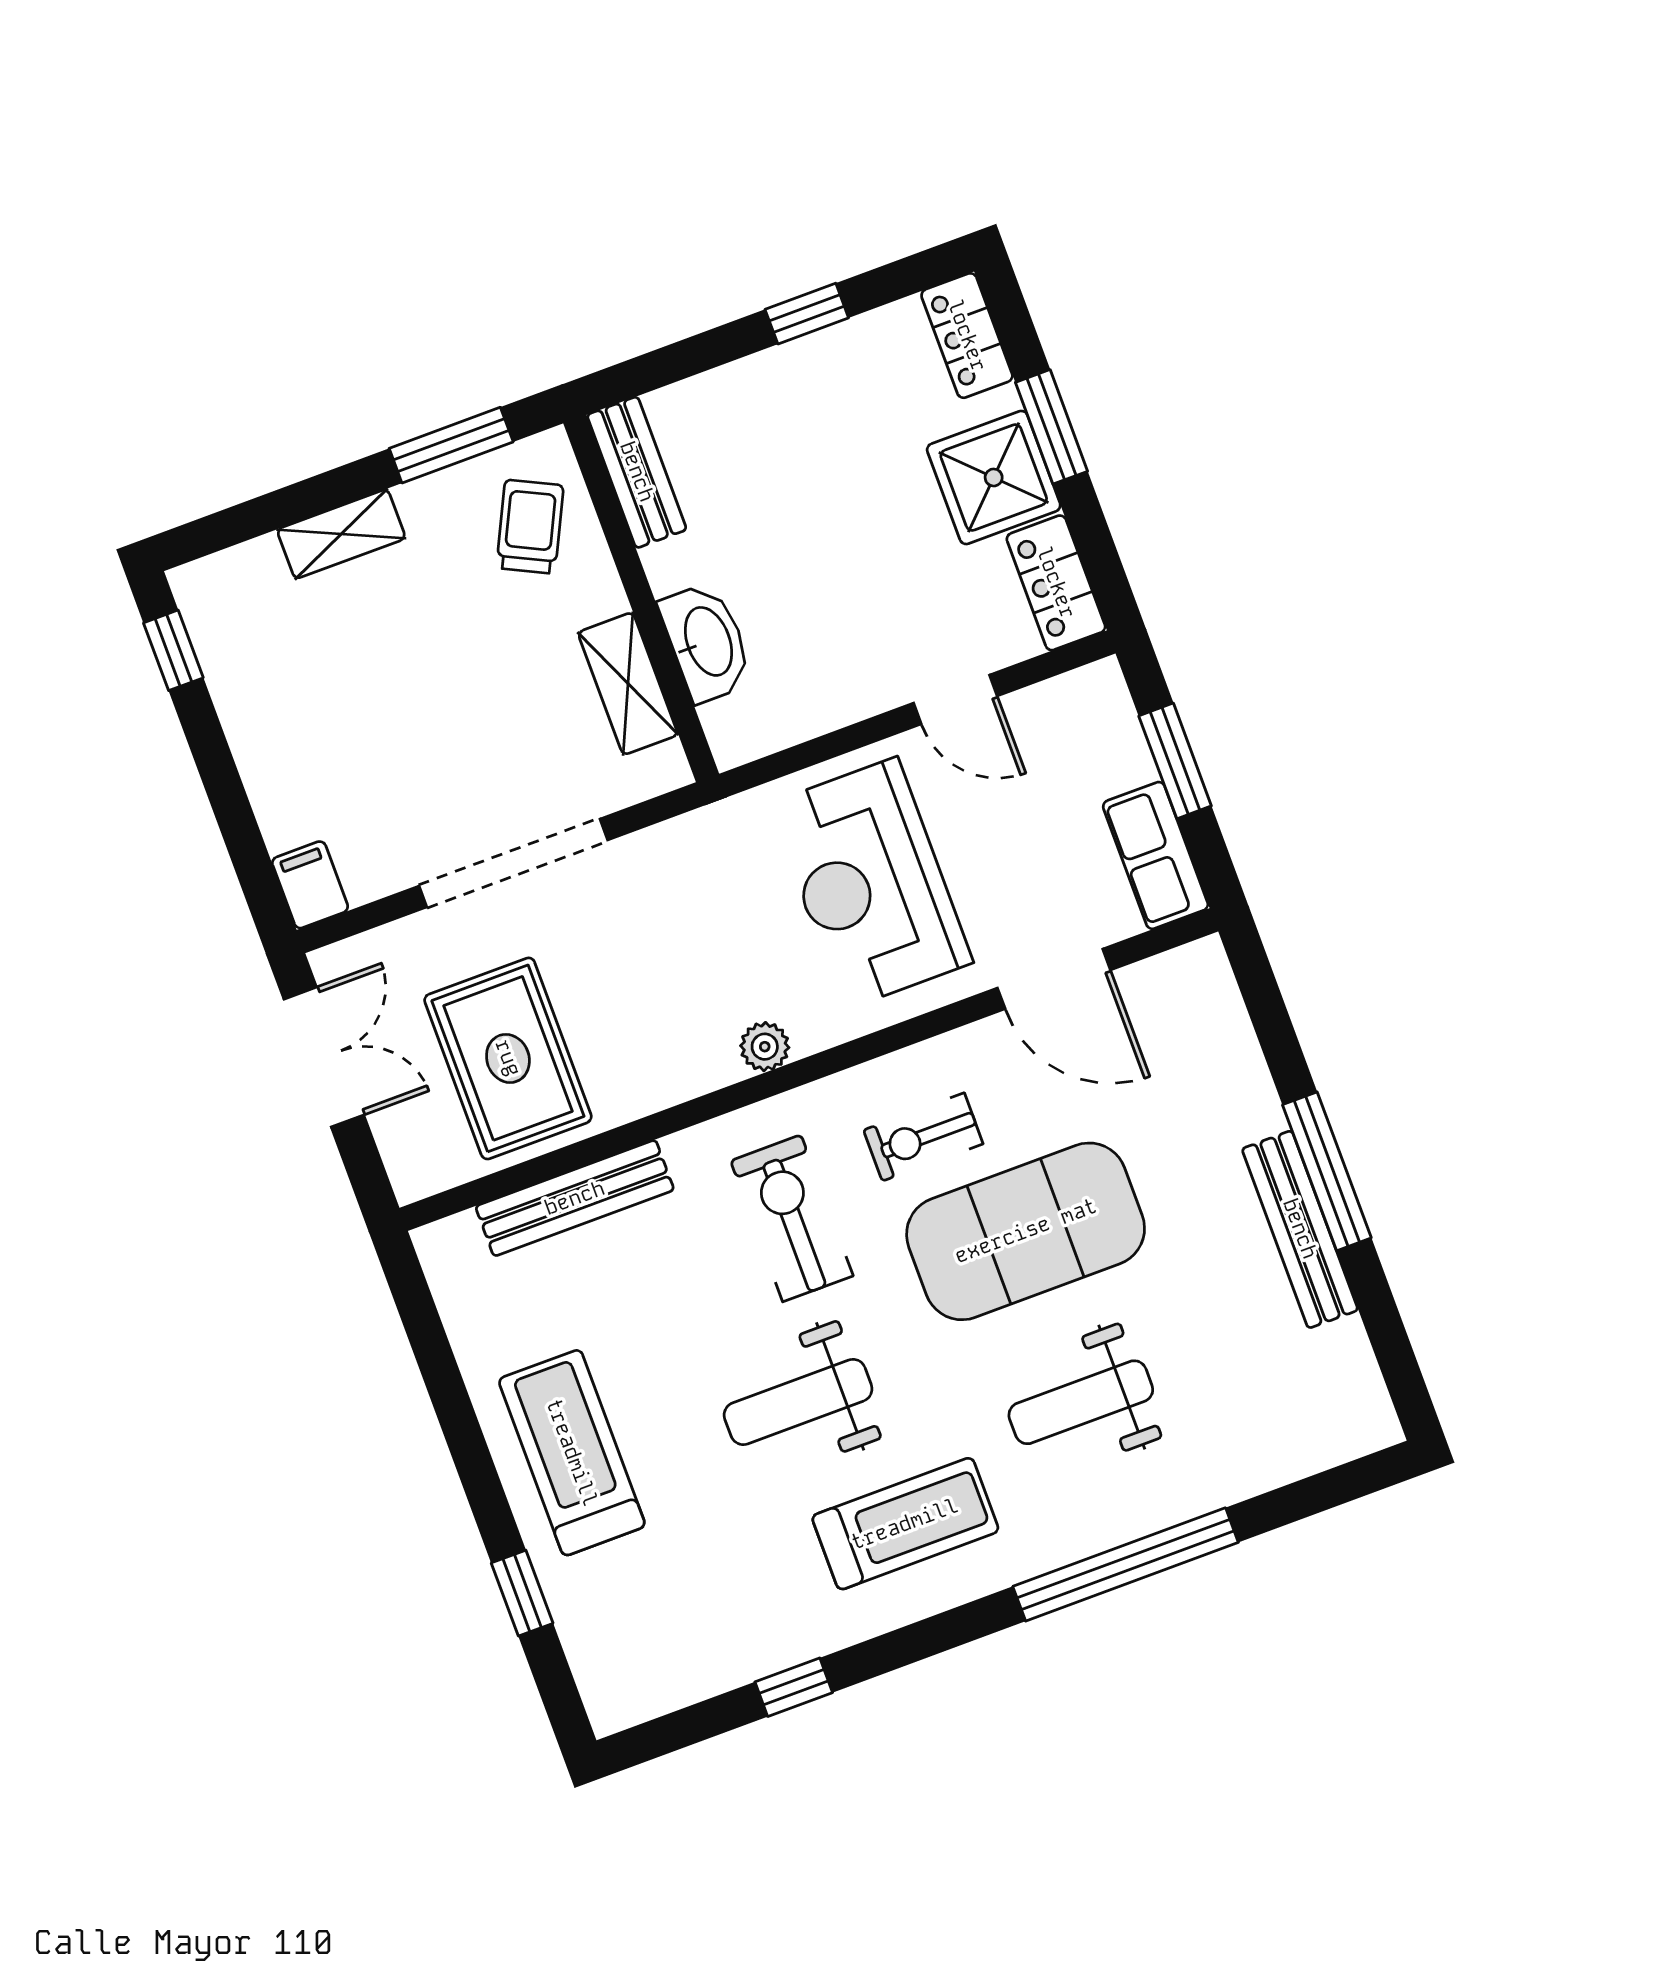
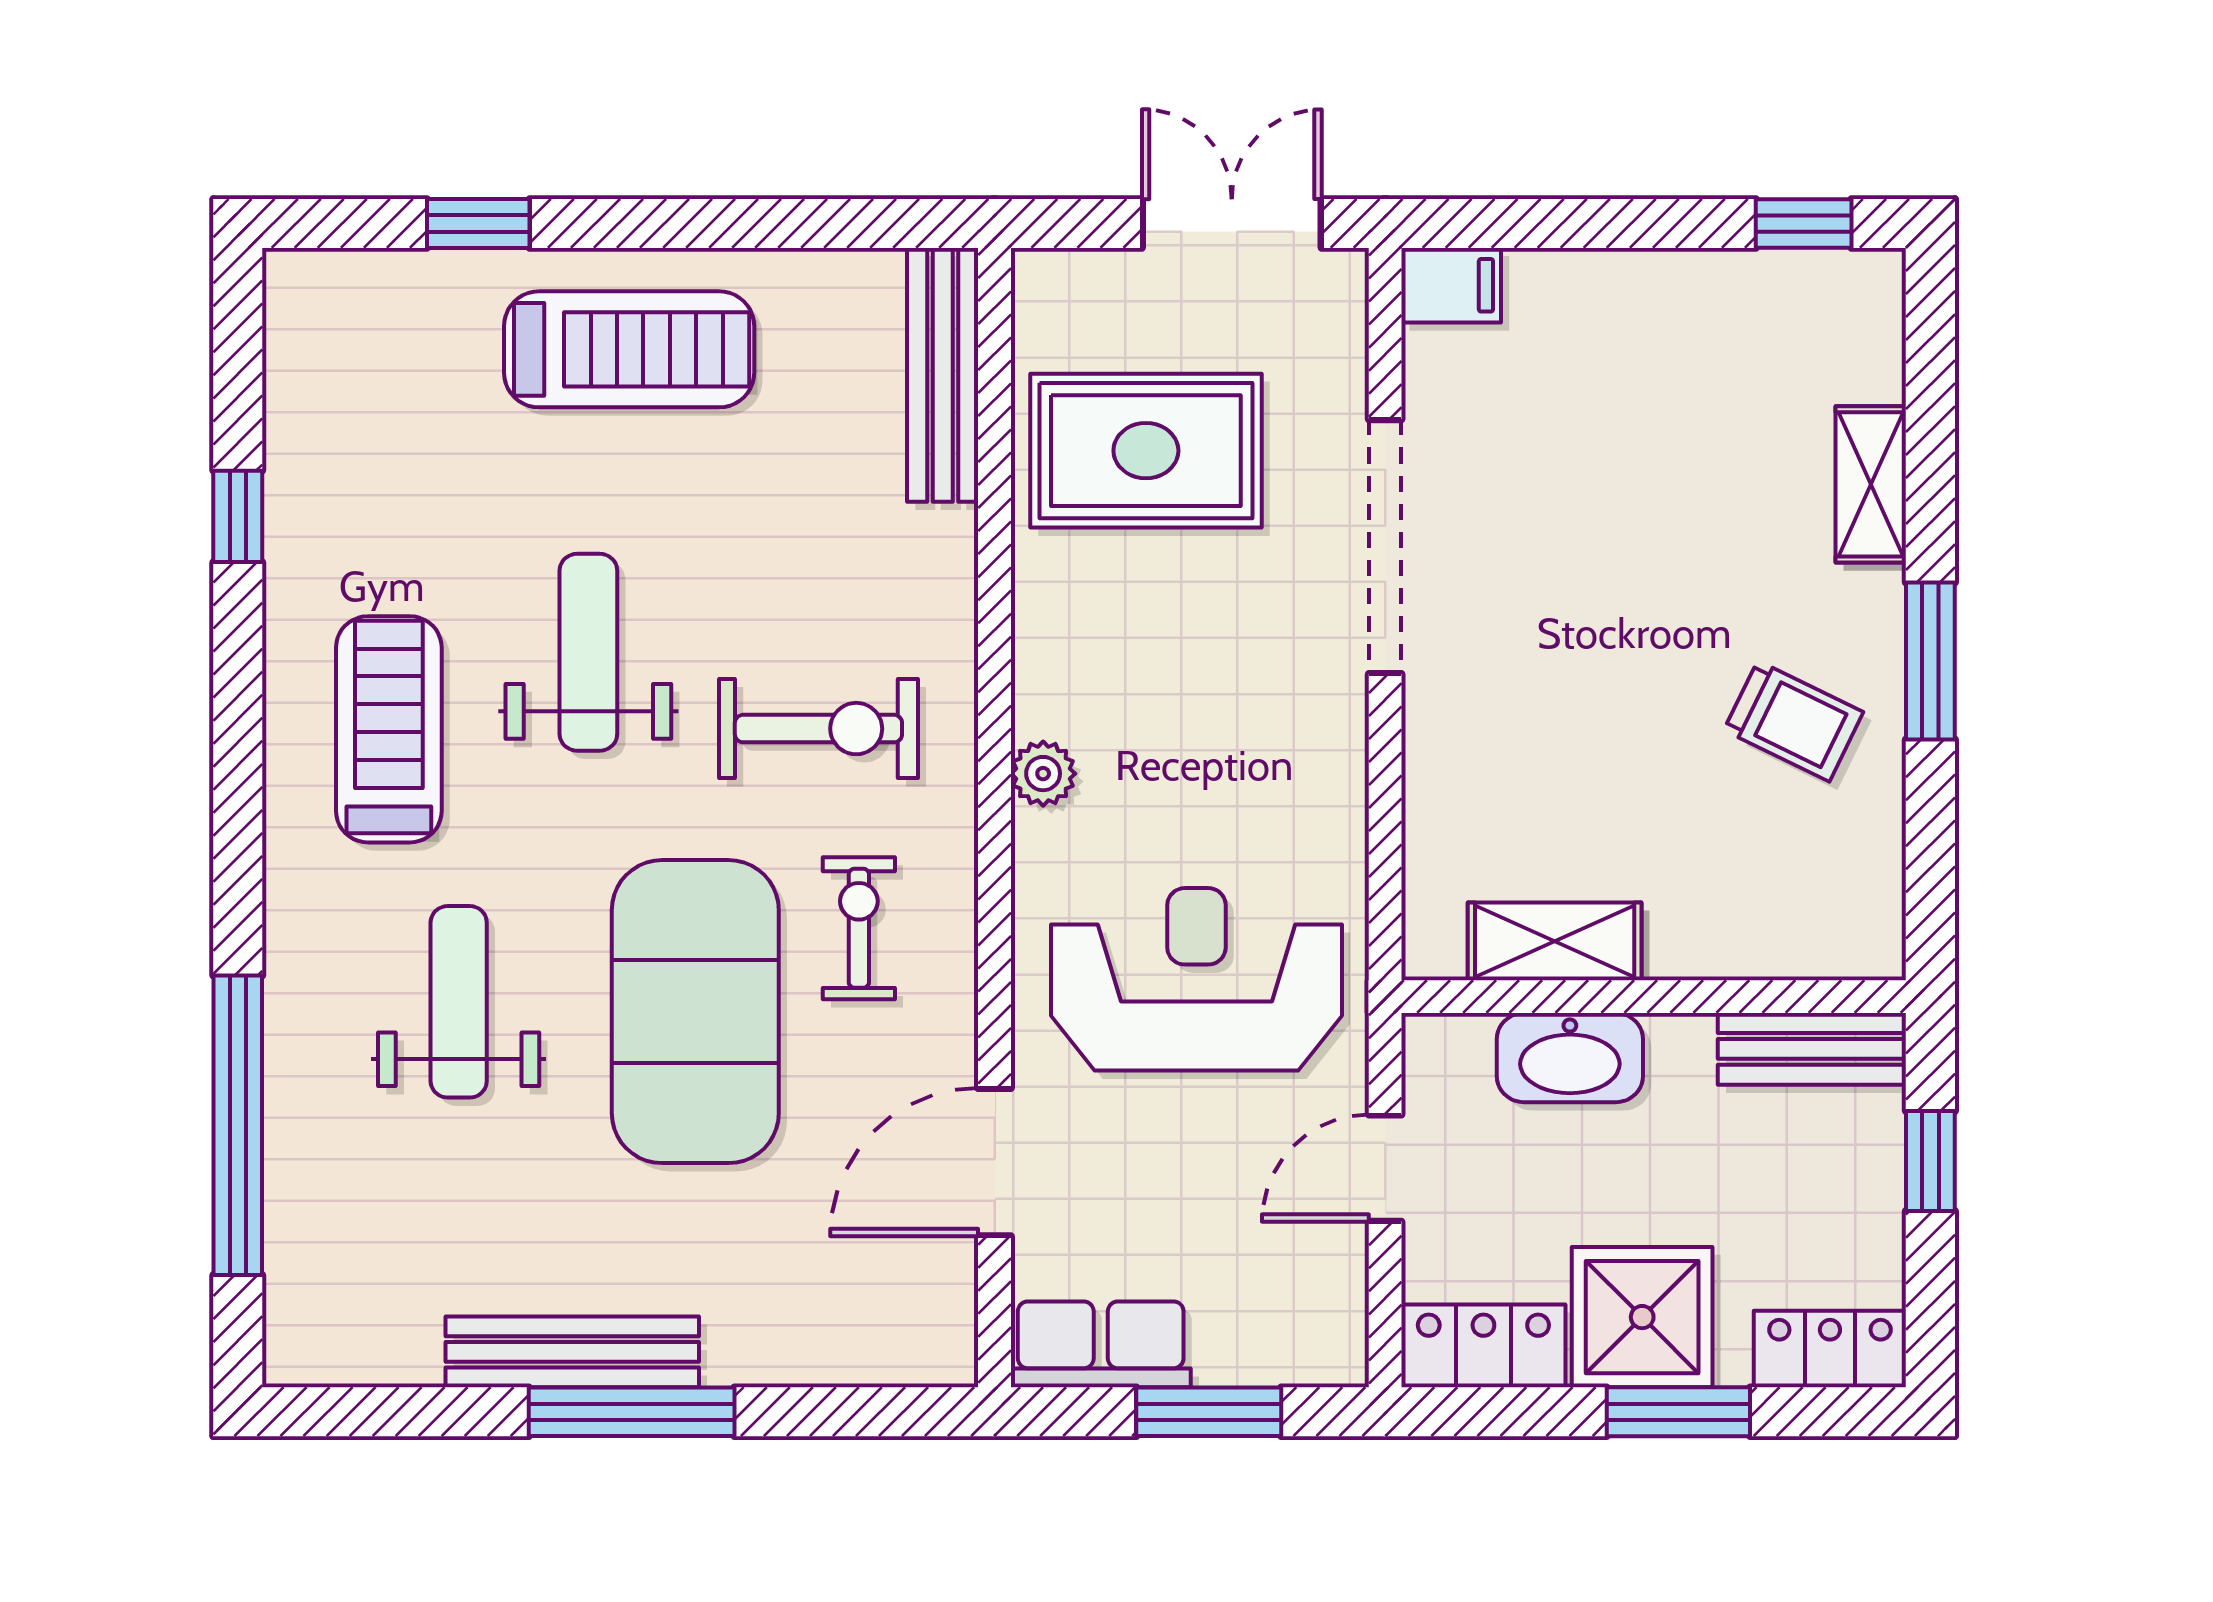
bench: (637, 472) -> (1812, 1049), moved
wall: (641, 599) -> (1654, 997), moved
washbasin: (707, 642) -> (1570, 1058), moved
shelving: (628, 684) -> (1555, 941), moved
double door: (324, 1057) -> (1232, 224), swing flipped
bench: (575, 1198) -> (943, 375), moved
treadmill: (905, 1524) -> (389, 729), turned 180
window: (1126, 1564) -> (238, 1125), moved

